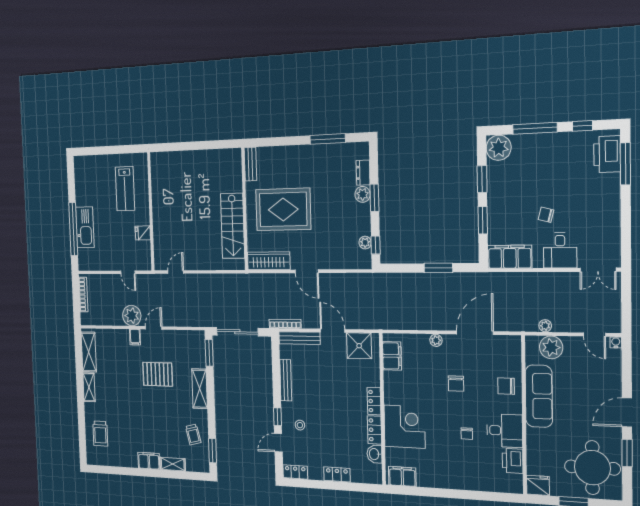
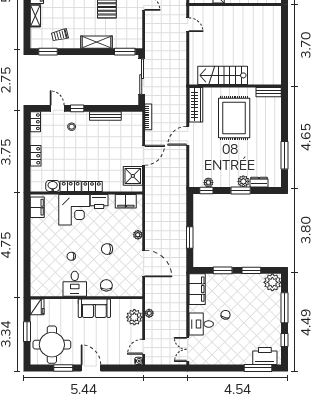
bench: (299, 338) -> (138, 128), removed
sofa: (539, 396) -> (94, 308), width x0.73
printer: (513, 461) -> (99, 201), moved, turned 180

